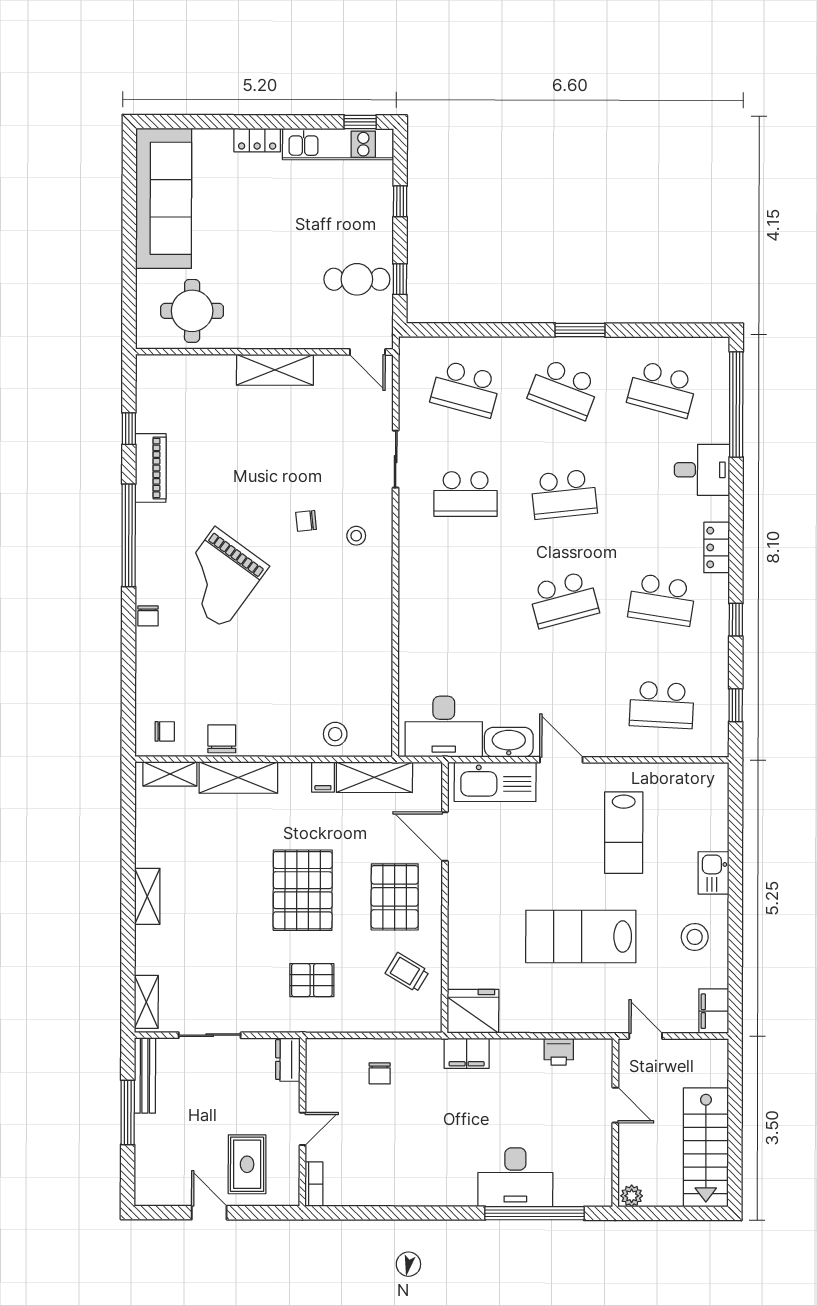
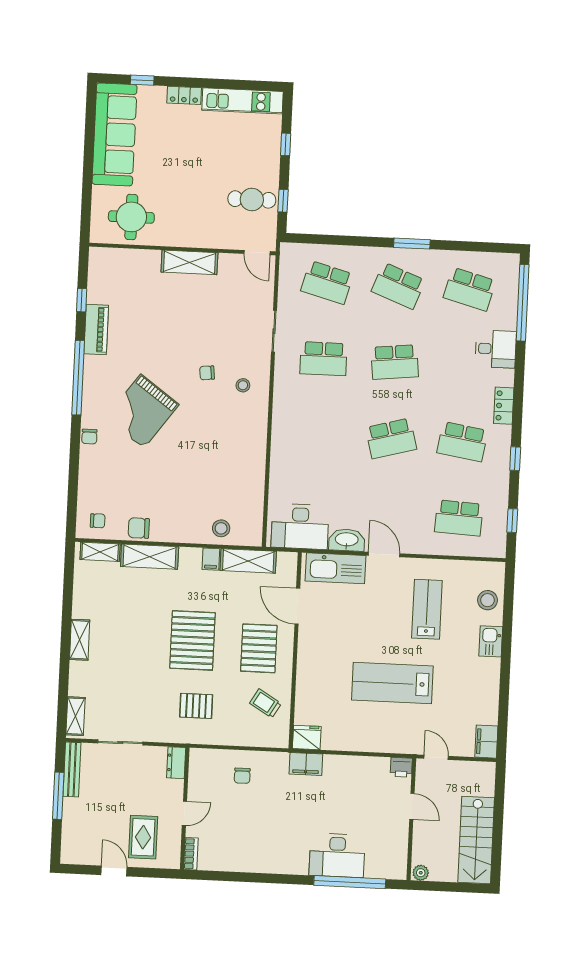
window: (360, 122) -> (142, 80), moved
chair: (222, 739) -> (139, 528), turned -90
lab bench: (624, 833) -> (427, 609), turned 180
stool: (695, 937) -> (488, 600), moved
fridge: (473, 1011) -> (307, 737), width x0.73, depth x0.75
printer: (559, 1052) -> (401, 767), moved

